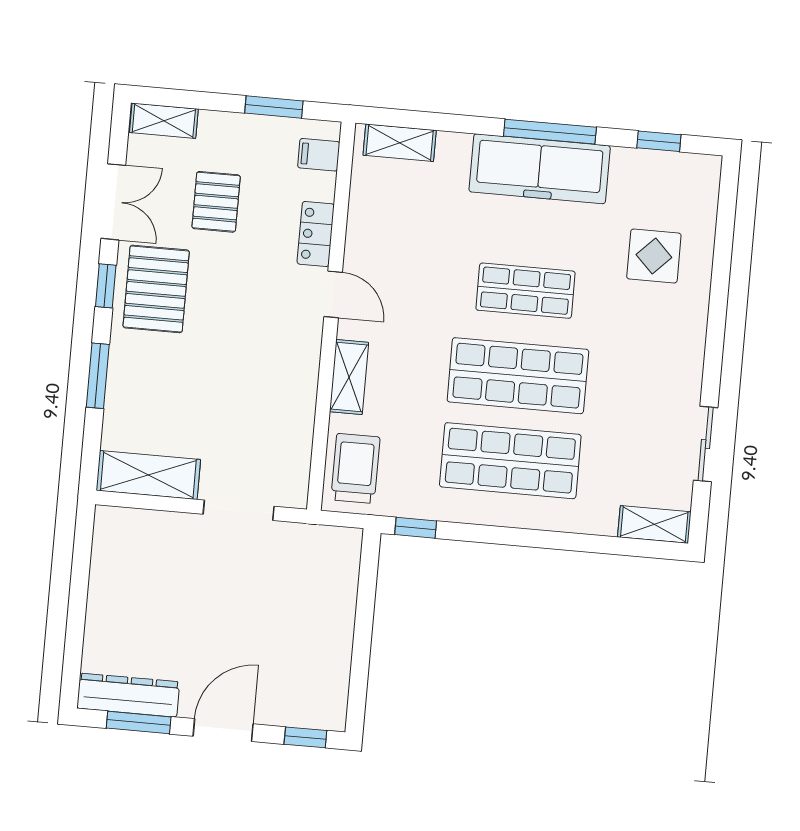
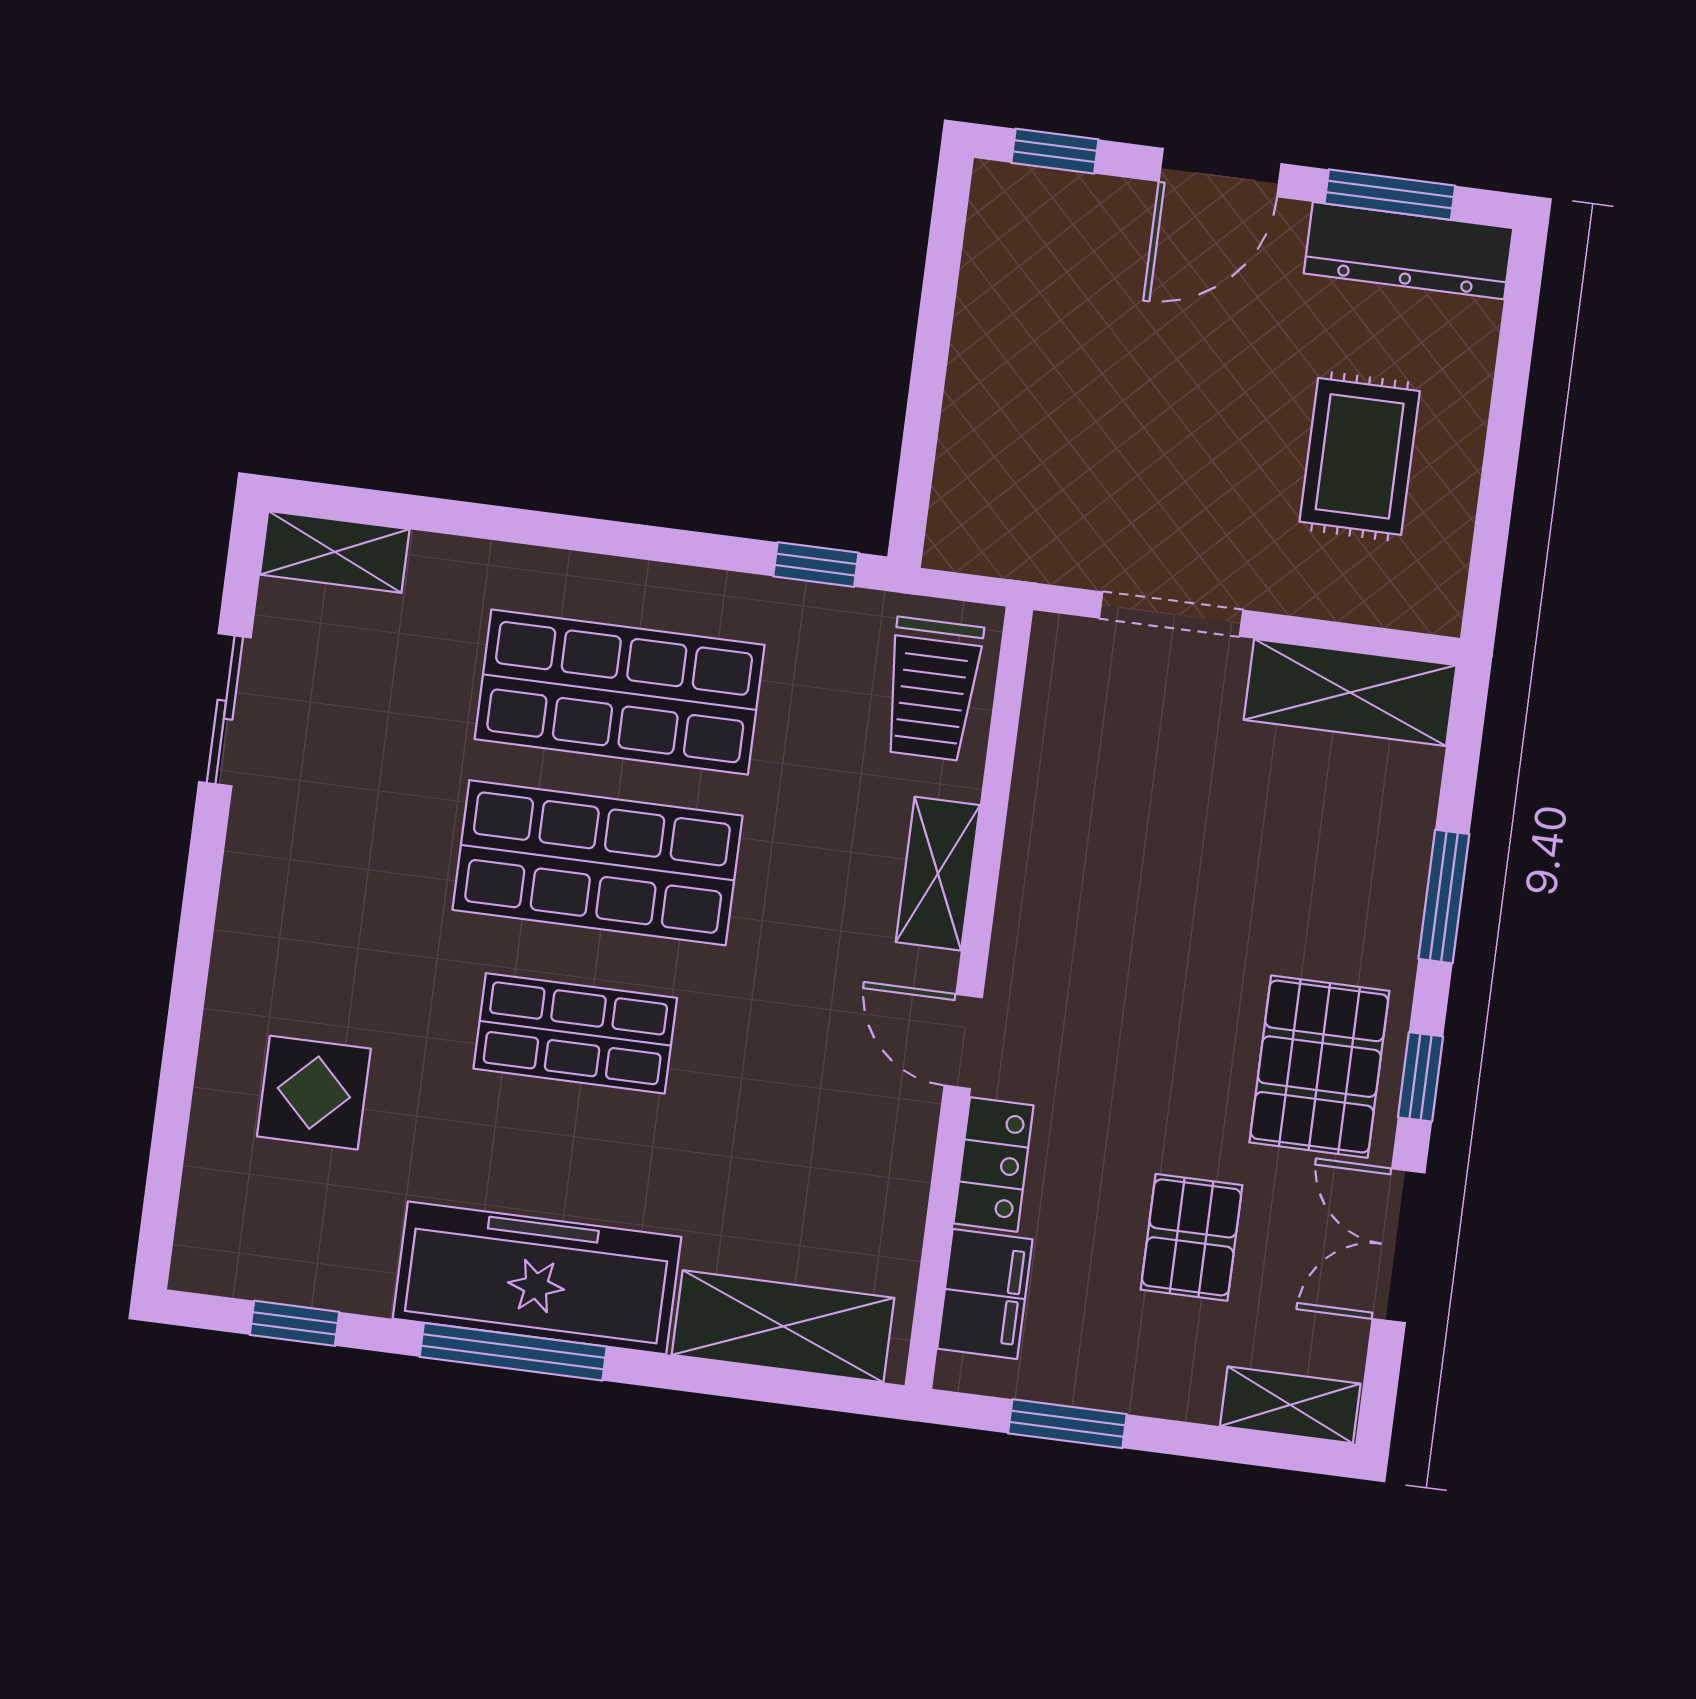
shelving: (400, 143) -> (783, 1326), width x1.50, depth x1.33
filing cabinet: (319, 155) -> (985, 1294), width x2.00
rug: (148, 592) -> (1360, 456), added

